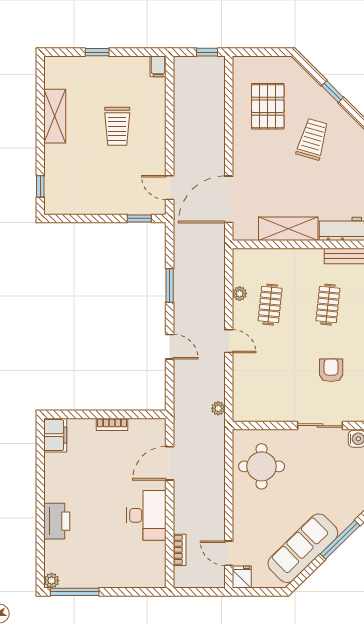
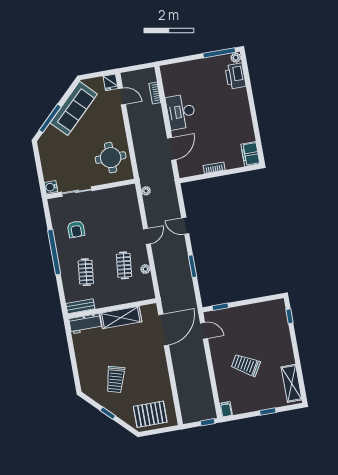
window: (207, 52) -> (208, 422), moved
pallet: (268, 106) -> (150, 414), moved, turned 90
shelving: (55, 116) -> (292, 383), moved
trolley: (117, 126) -> (246, 365), turned -60
door: (229, 341) -> (147, 236), swing flipped
printer: (57, 521) -> (235, 76), moved

